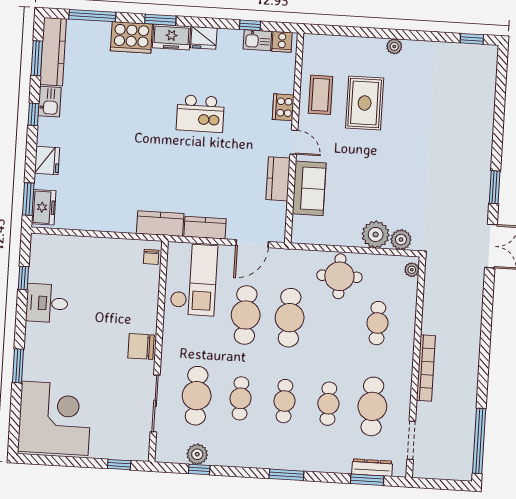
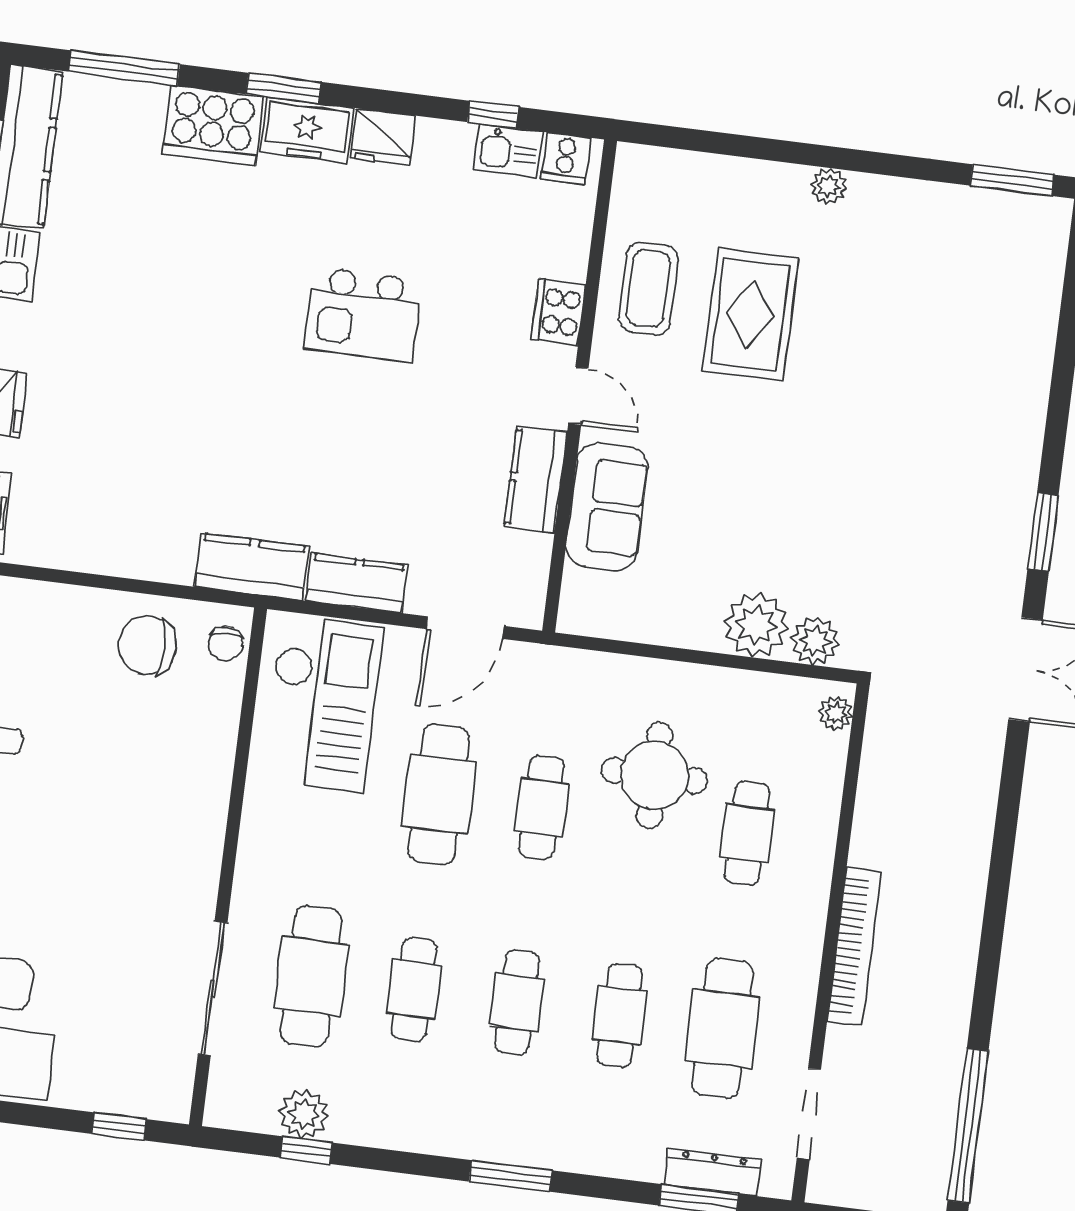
window: (472, 39) -> (1012, 180), width x1.50
round table: (339, 276) -> (655, 775), moved
cafe table: (290, 318) -> (542, 807), width x0.73, depth x0.74
chair: (141, 346) -> (147, 645), moved

